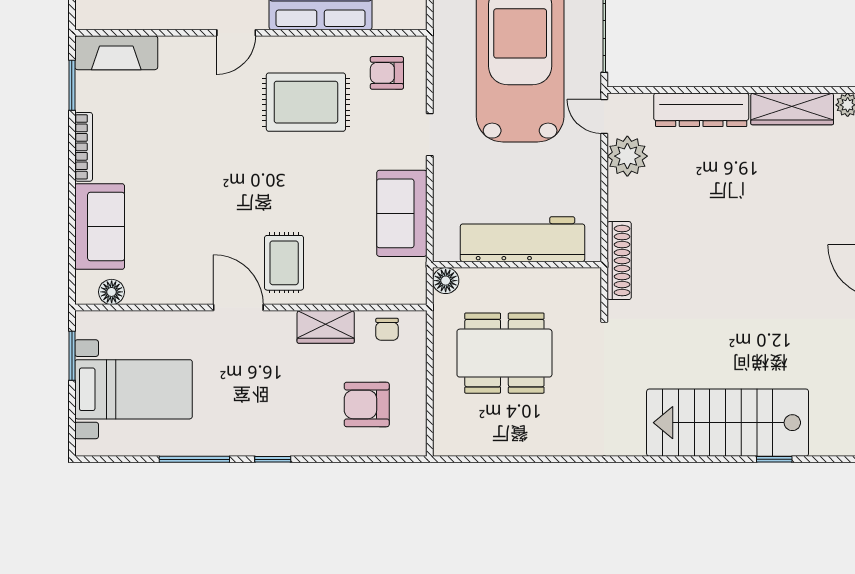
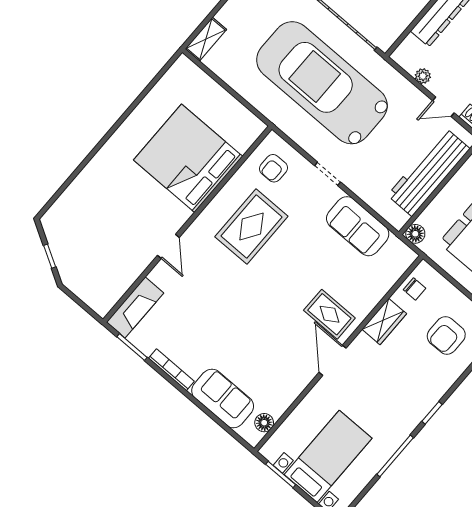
door: (236, 33) -> (168, 246), moved
door: (604, 116) -> (443, 107), moved
plant: (627, 156) -> (423, 76), width x0.53, depth x0.53
door: (238, 308) -> (333, 360), hinge flipped

